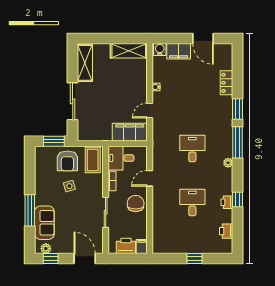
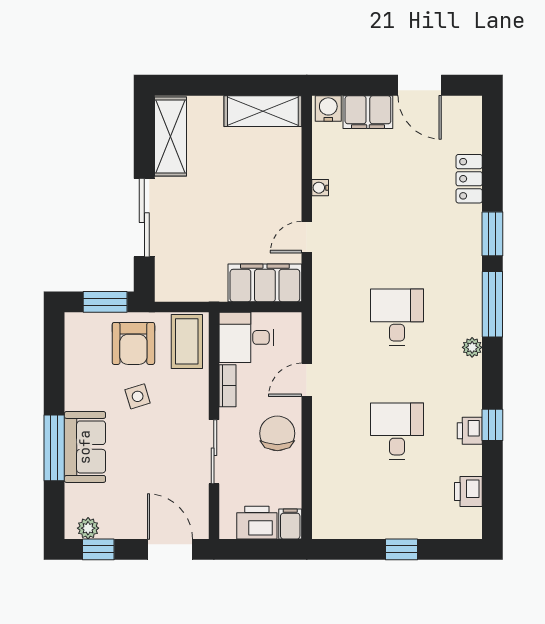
sofa: (44, 223) -> (85, 447), moved

